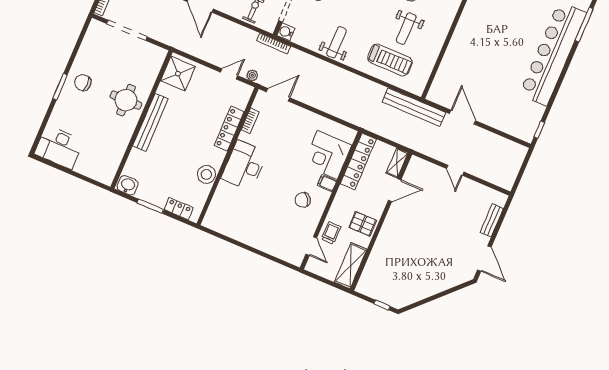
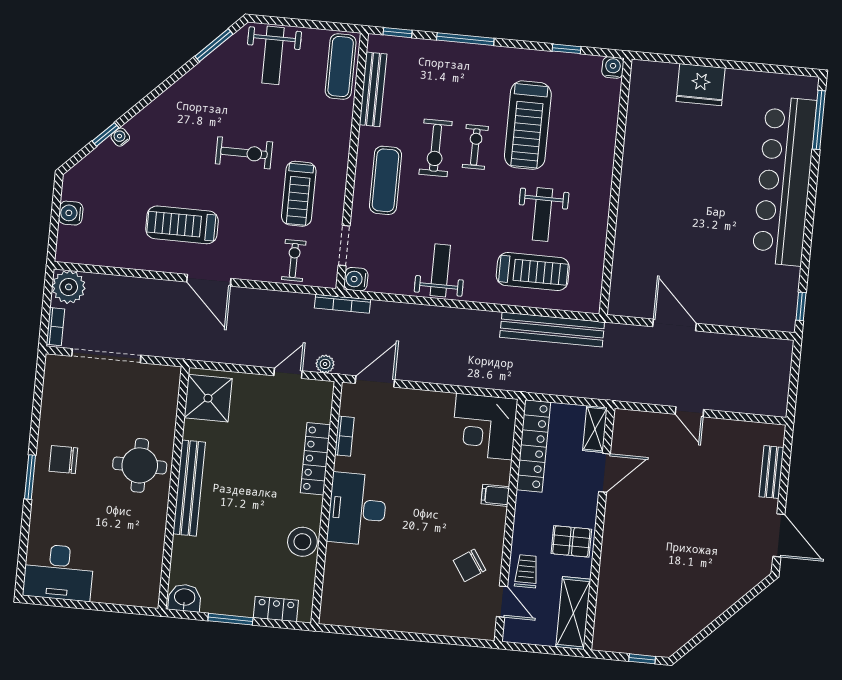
bench: (414, 107) -> (552, 330), moved
corner desk: (327, 155) -> (484, 427), moved
chair: (303, 200) -> (469, 565), moved

